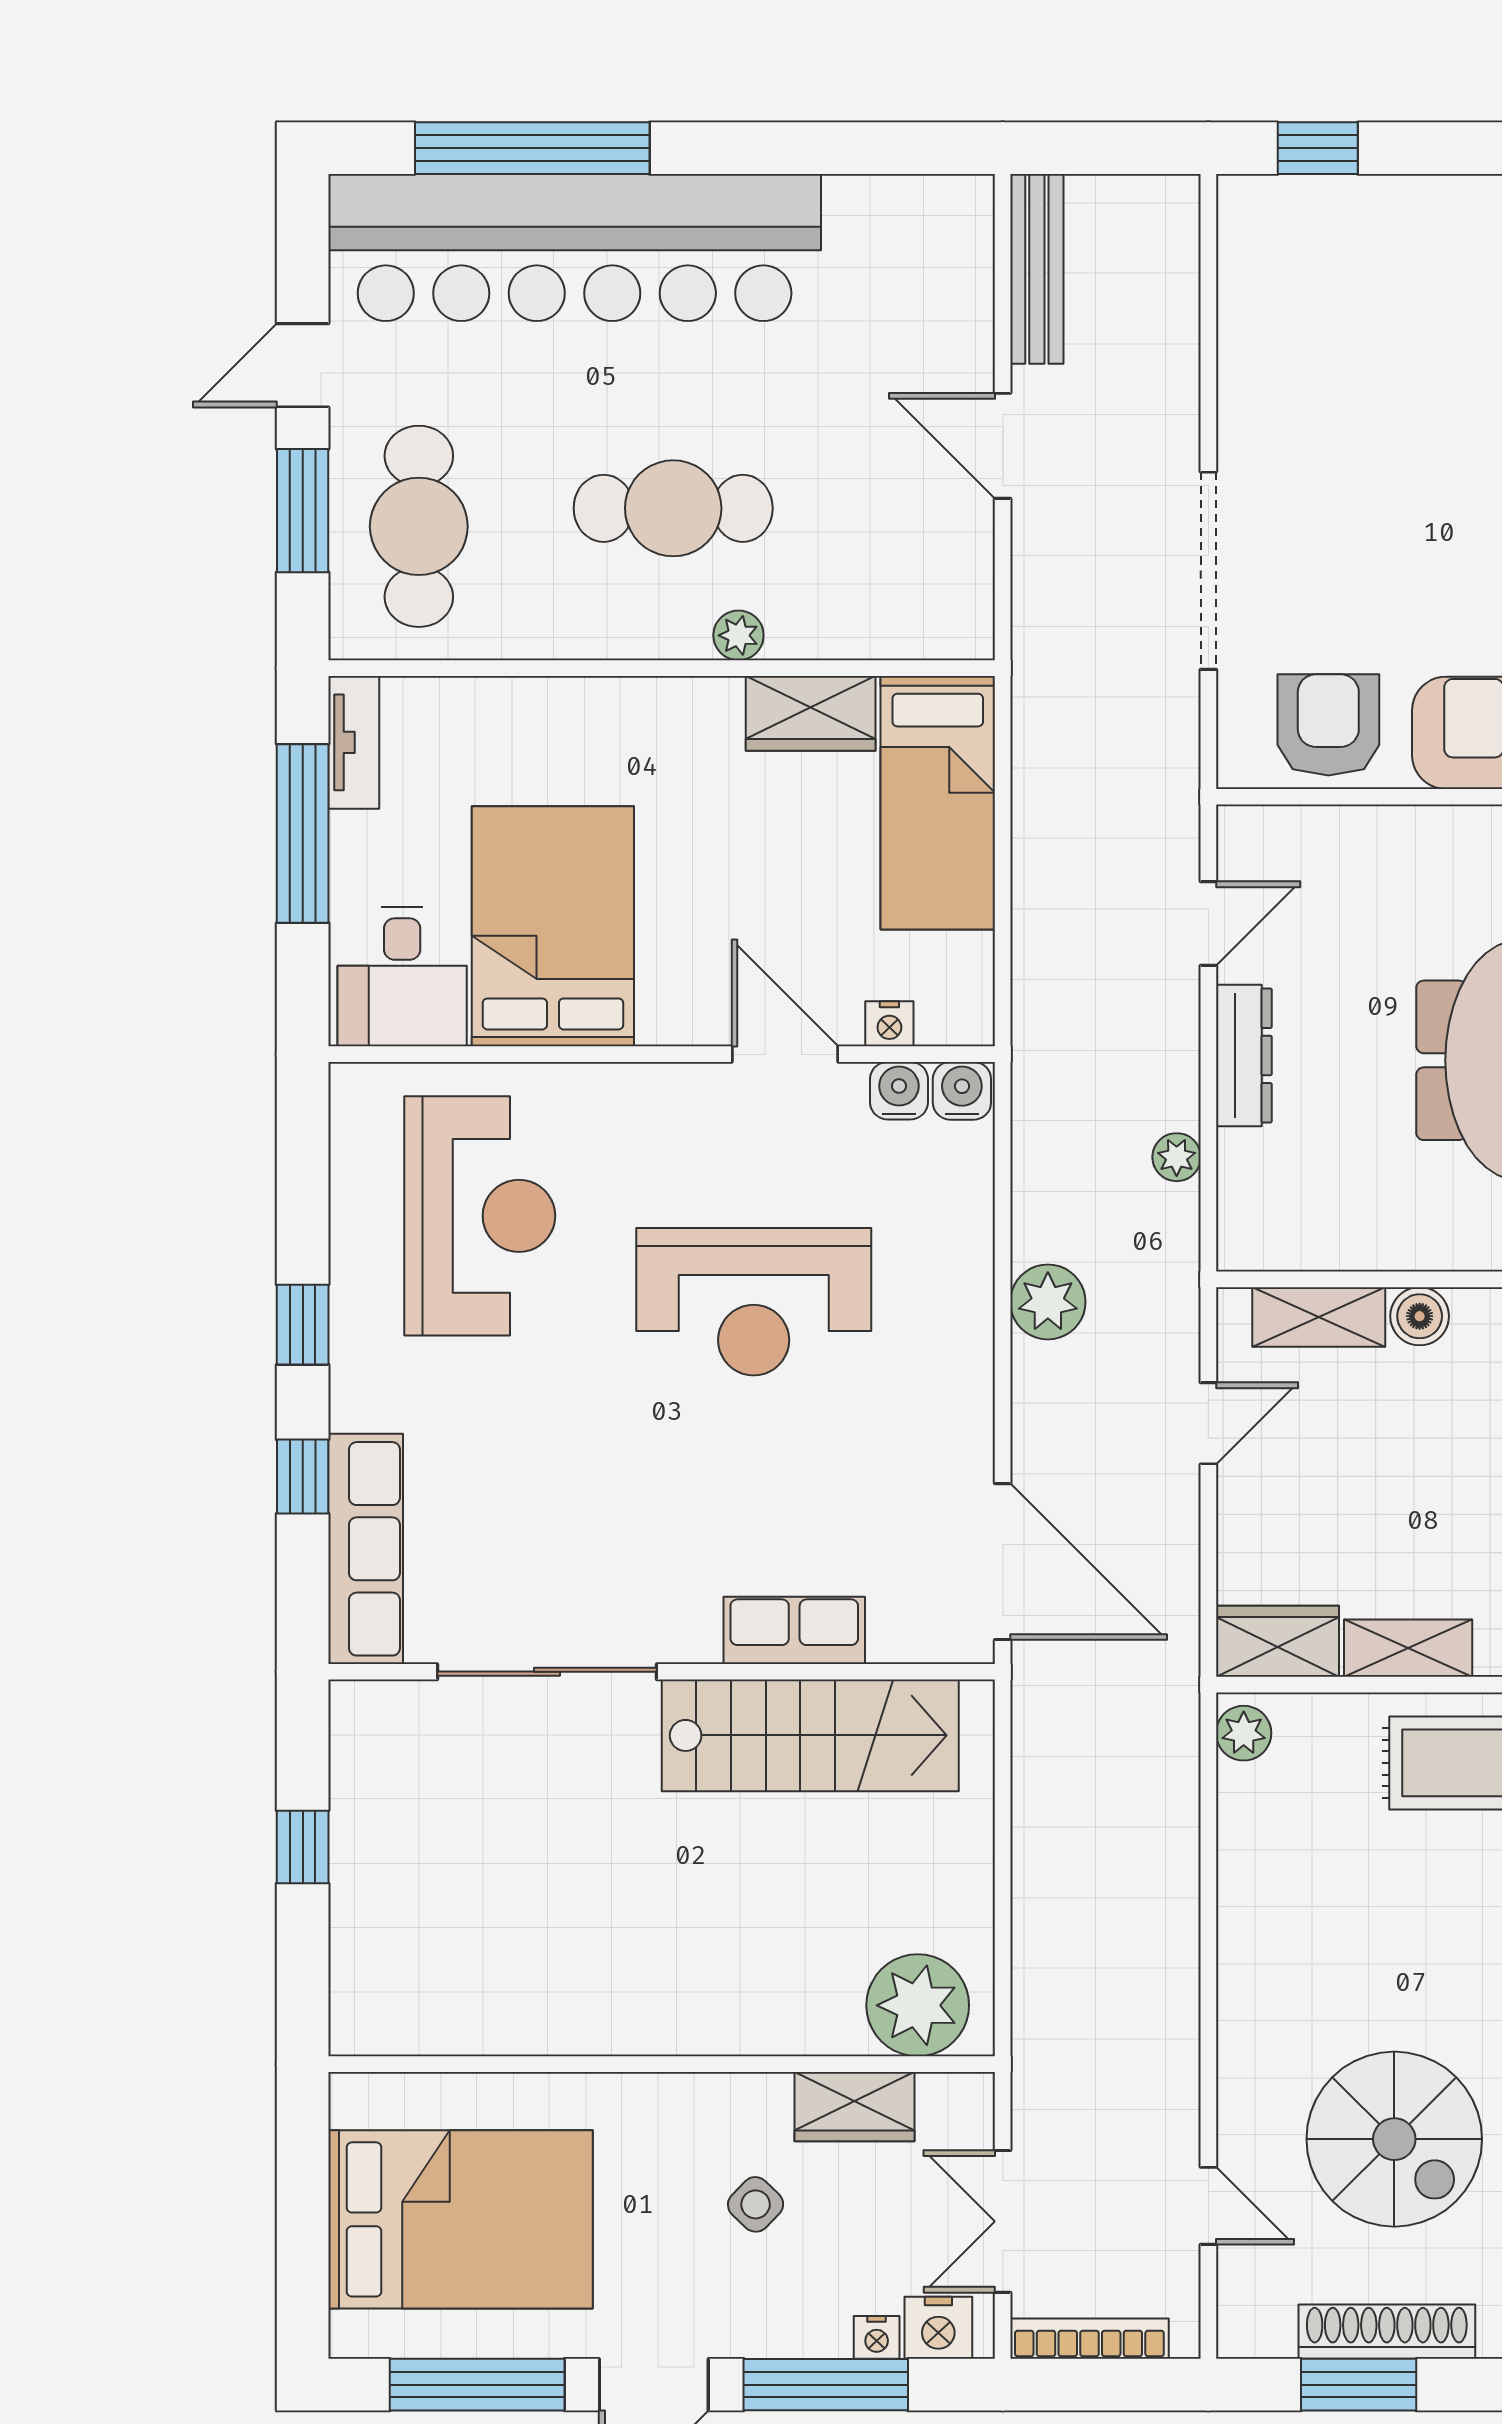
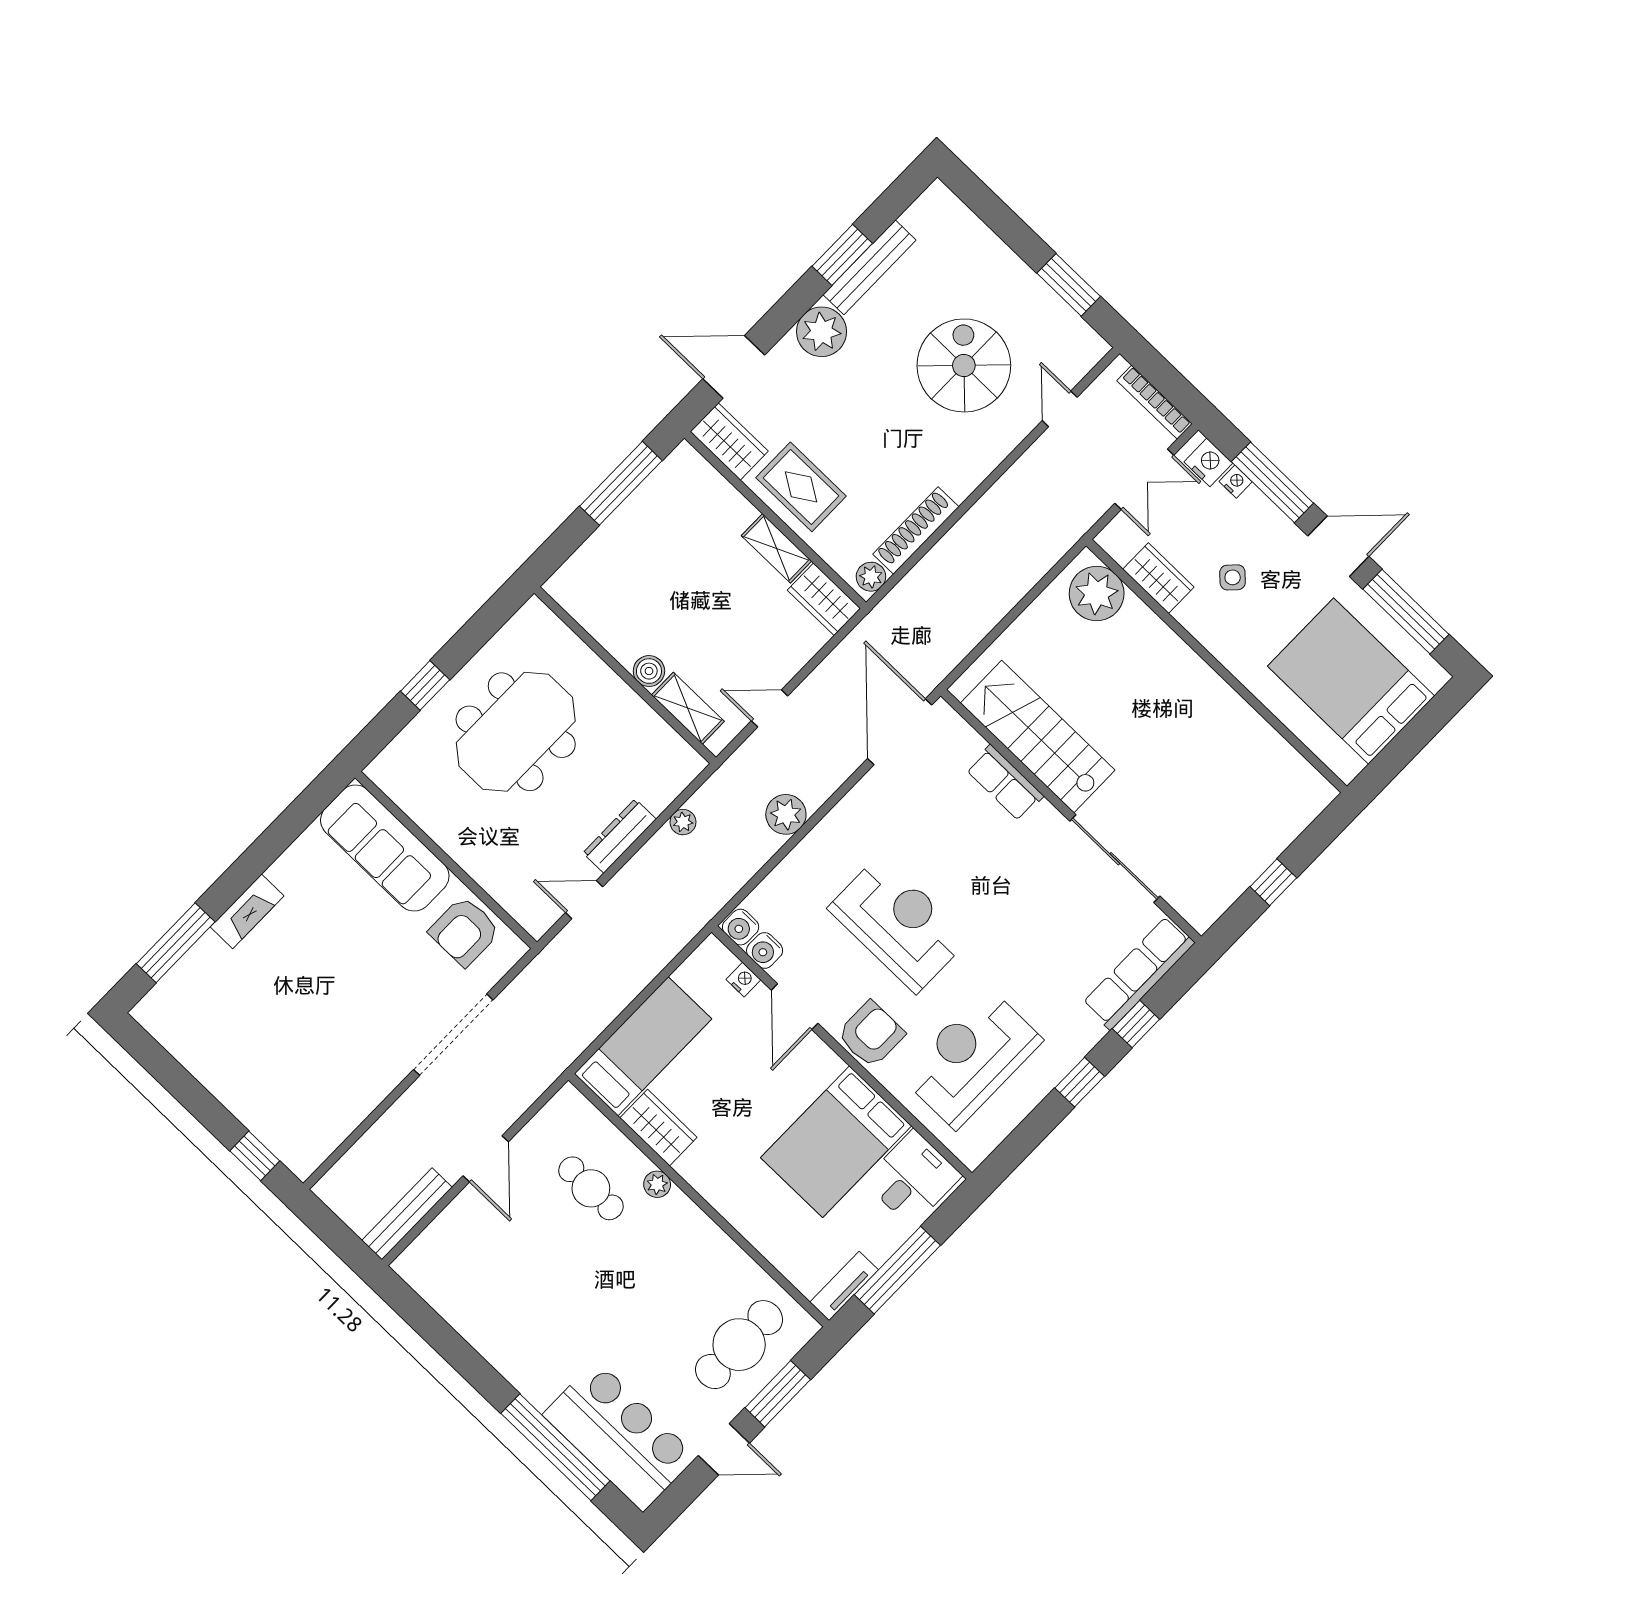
bar counter: (575, 248) -> (620, 1436), width x0.54
cafe table: (673, 508) -> (591, 1188), moved, width x0.73, depth x0.74
armchair: (646, 1117) -> (871, 1034), added
shoe rack: (1387, 2332) -> (916, 531), moved, turned 90

